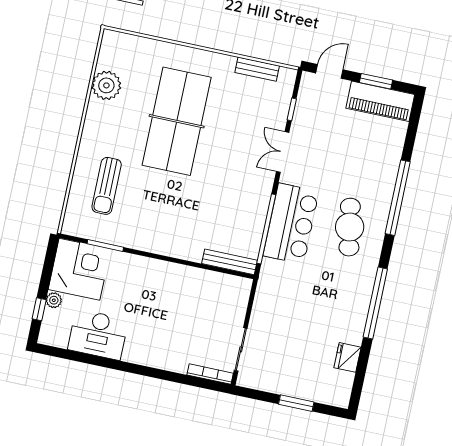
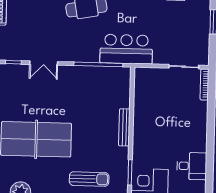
bar counter: (291, 224) -> (126, 49), moved
bench: (230, 262) -> (124, 127), moved
desk: (98, 335) -> (192, 166), width x0.73

